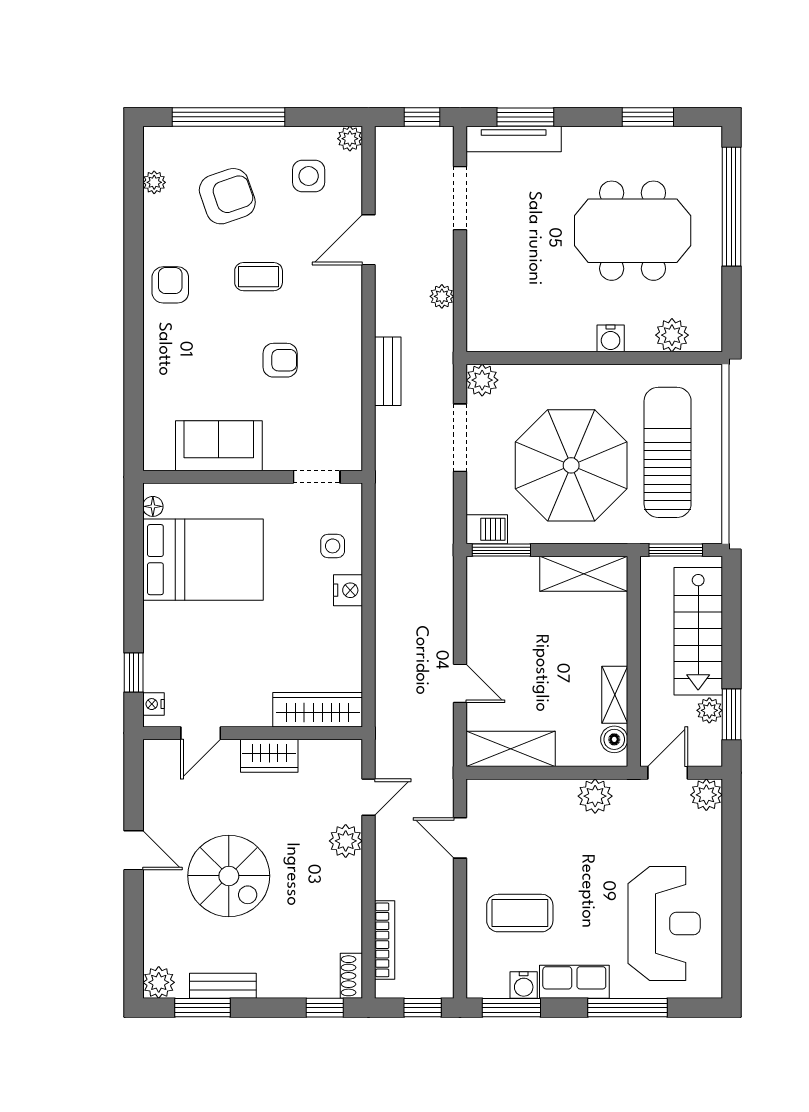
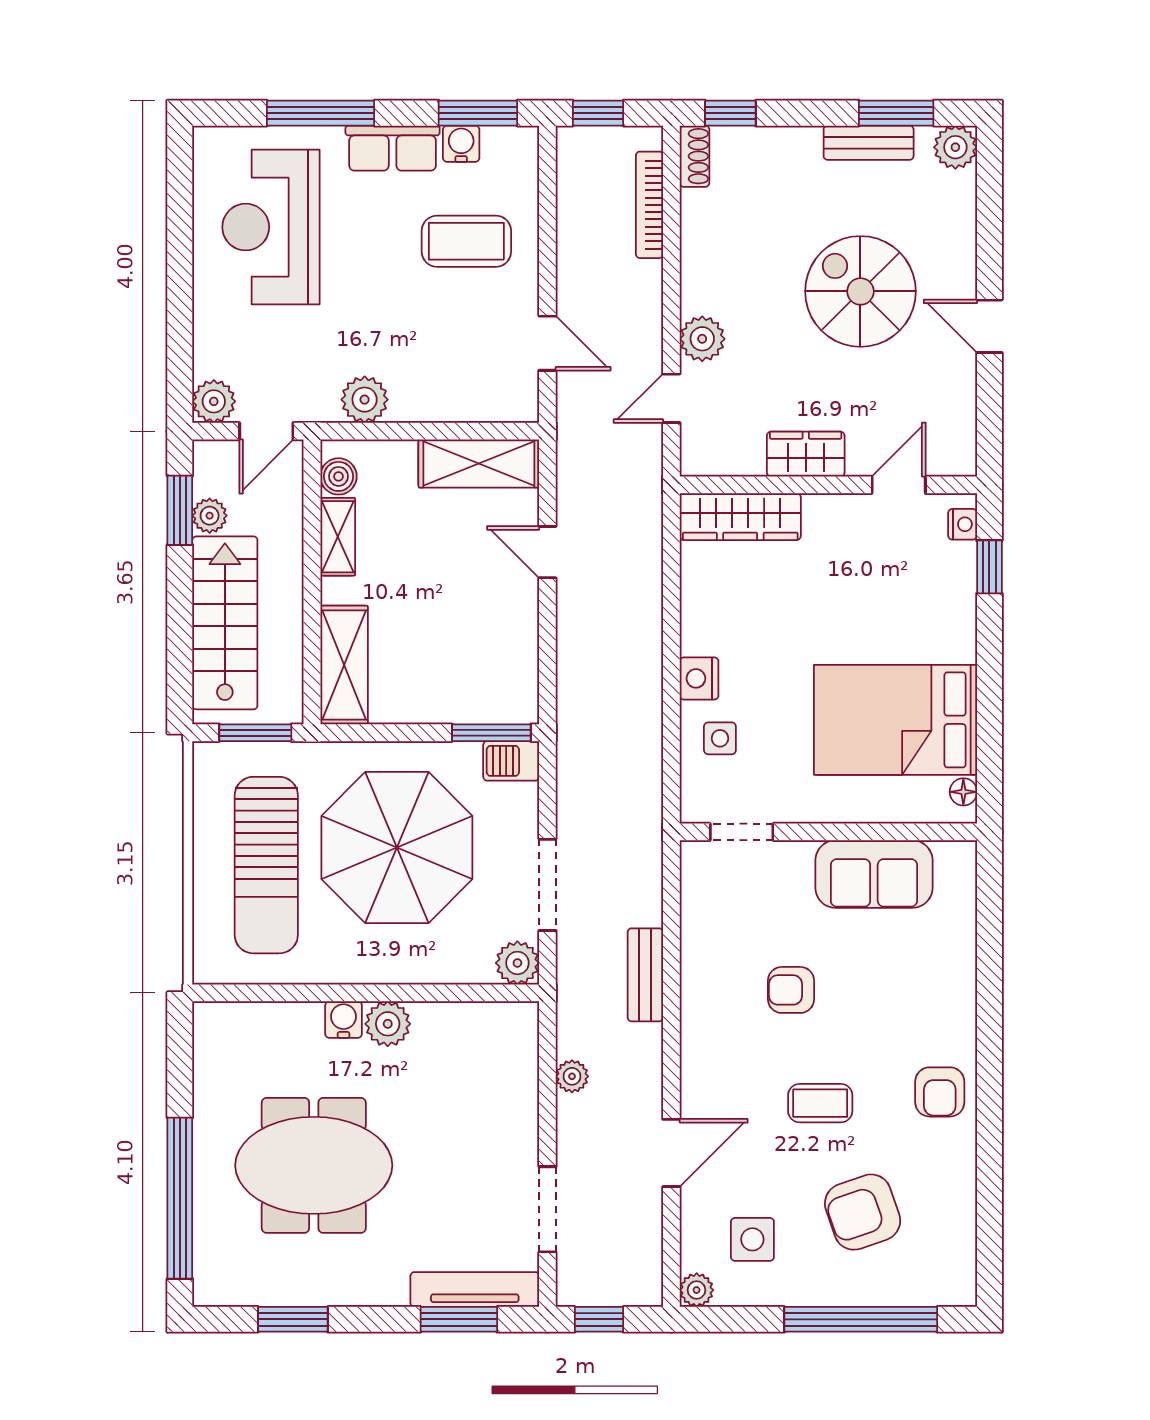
plant: (154, 182) -> (961, 1231), removed
plant: (672, 335) -> (388, 1024), moved
shelving: (584, 574) -> (344, 665), moved, turned 90

